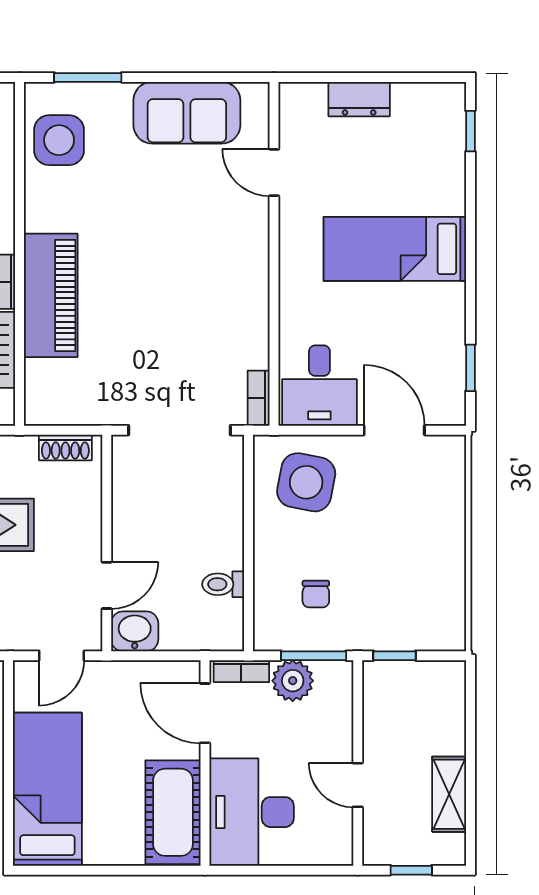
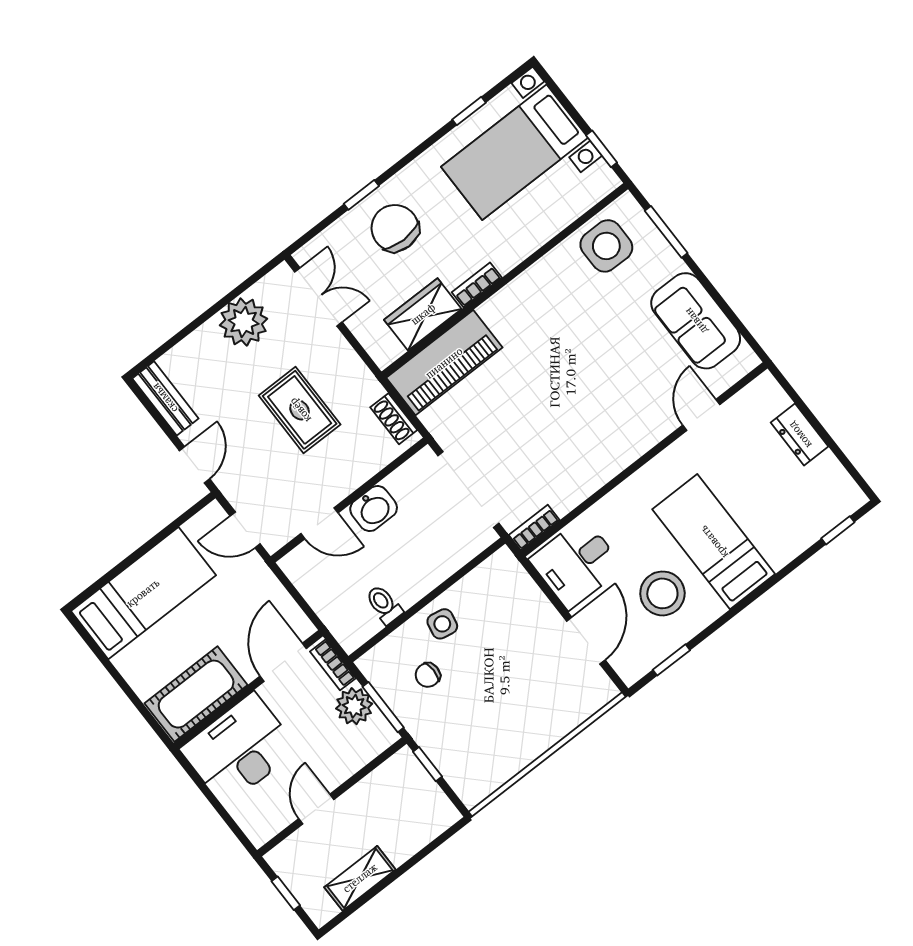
piano: (51, 295) -> (444, 363), moved
stool: (405, 330) -> (662, 593), added
side table: (306, 482) -> (442, 624), moved, width x0.54, depth x0.54
washbasin: (135, 631) -> (374, 509), moved, turned 90

